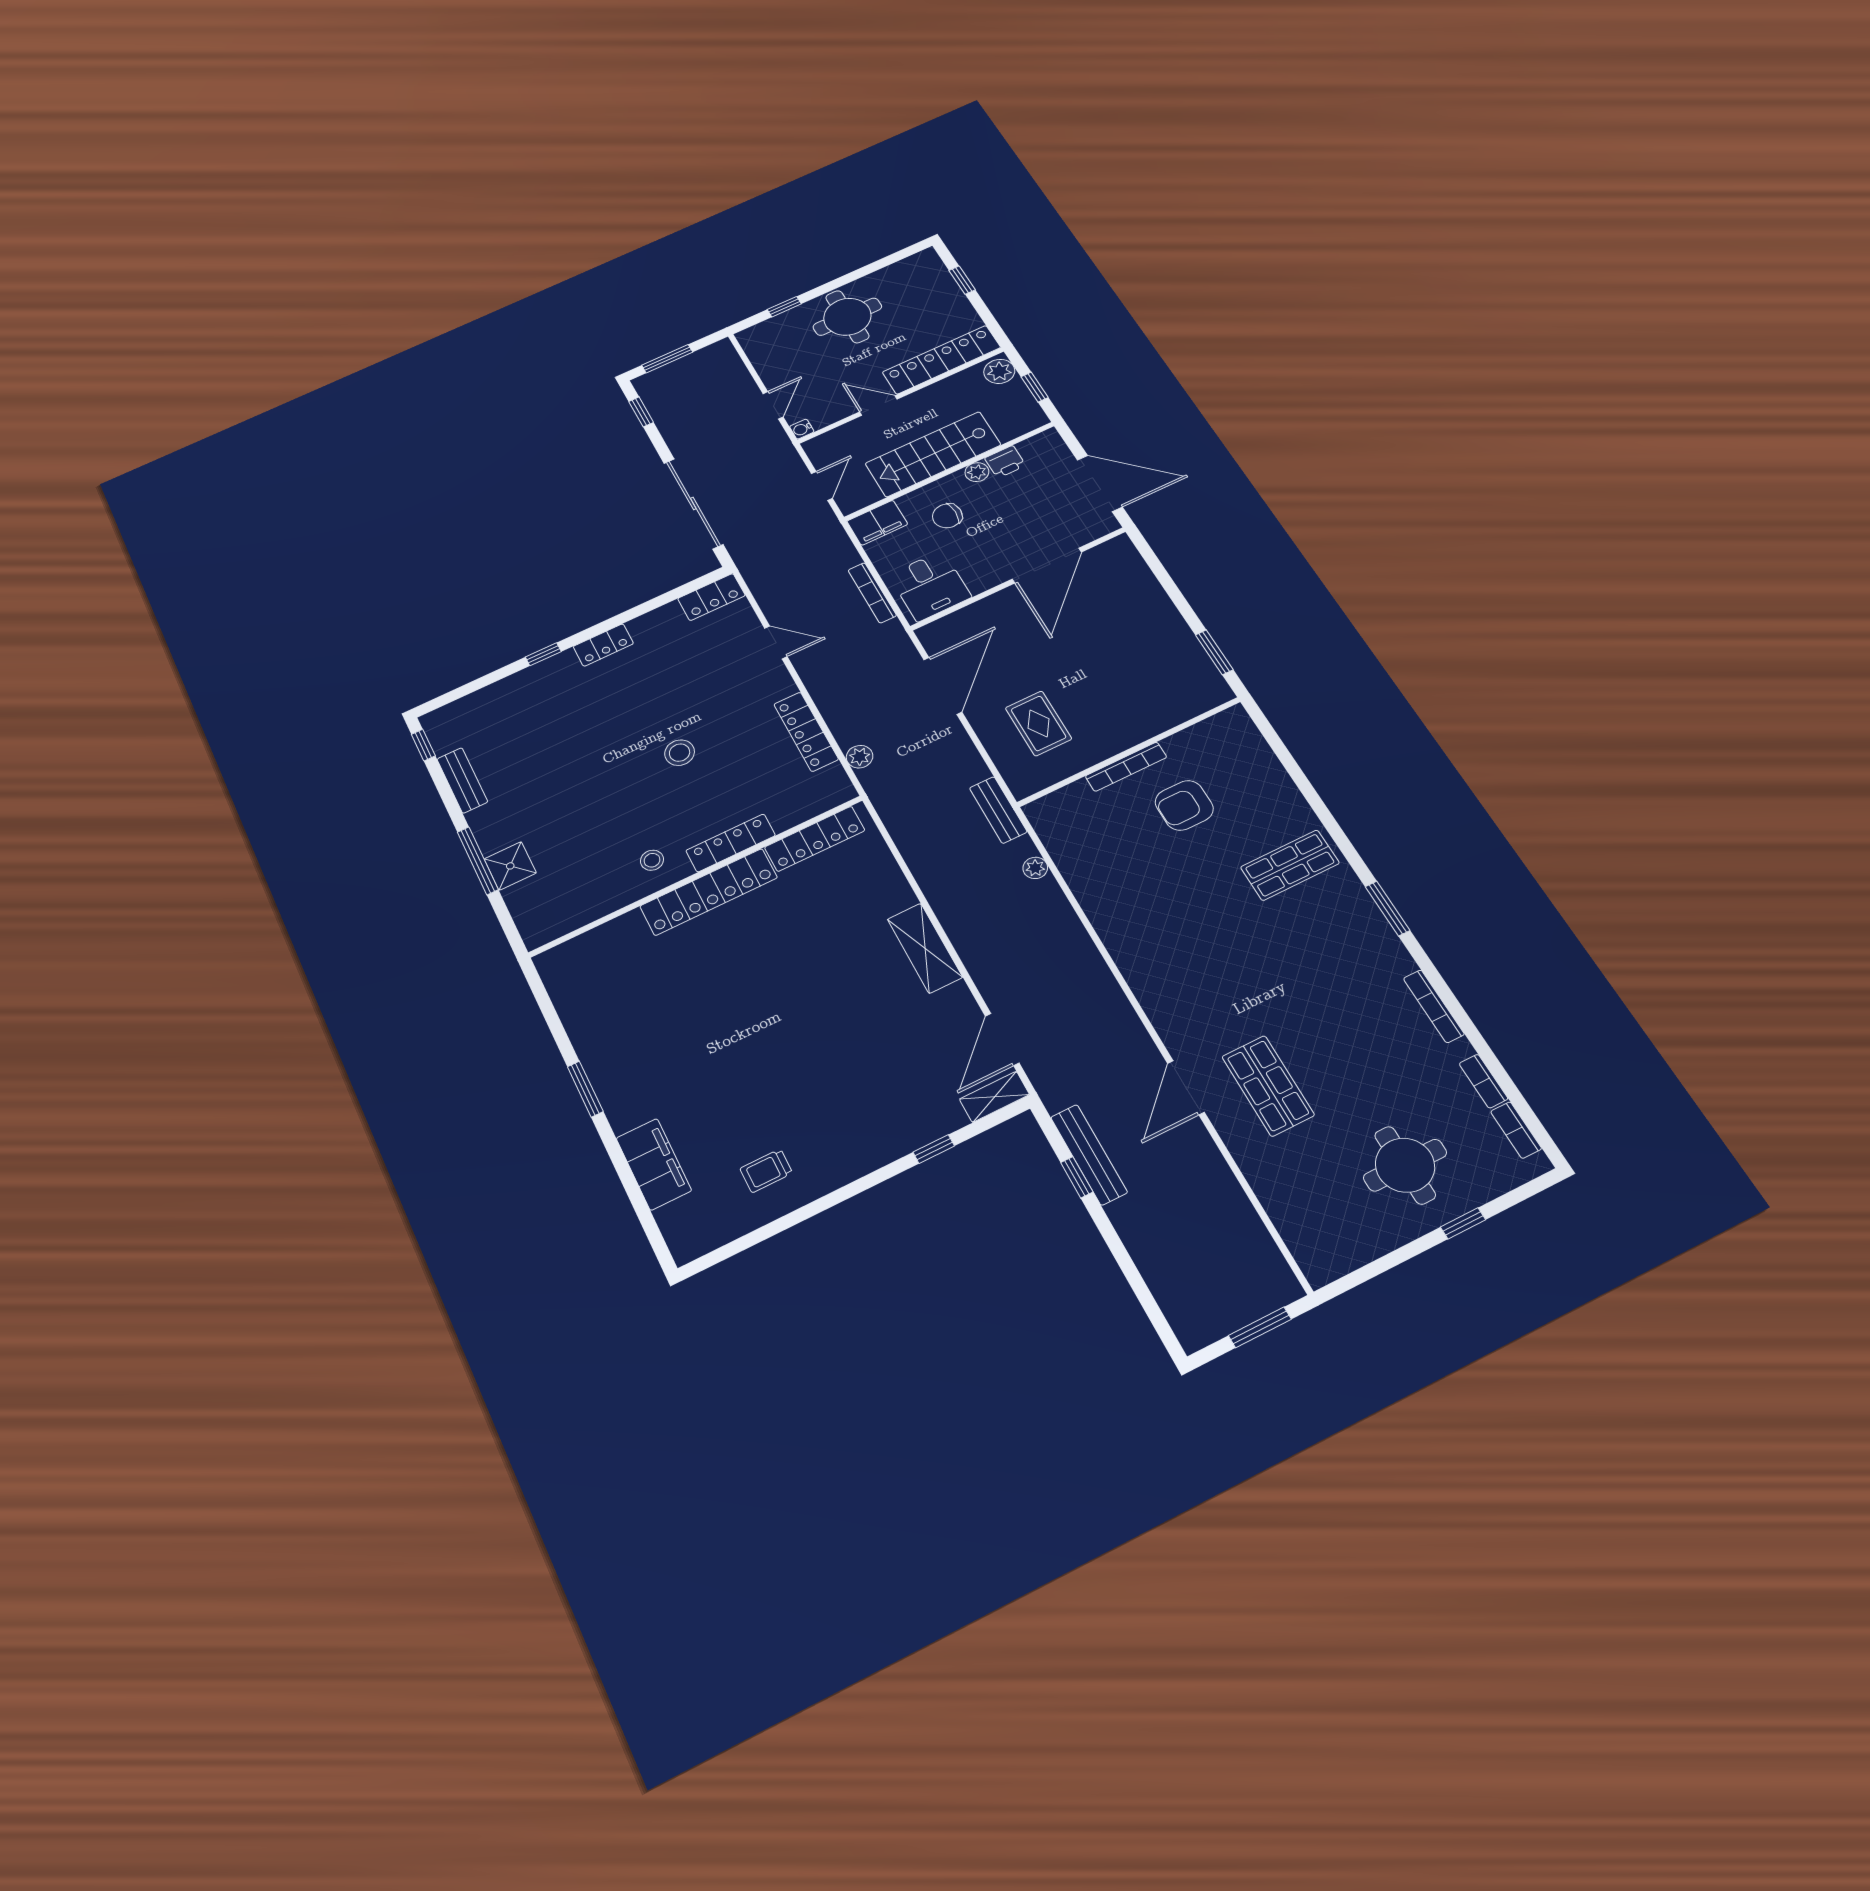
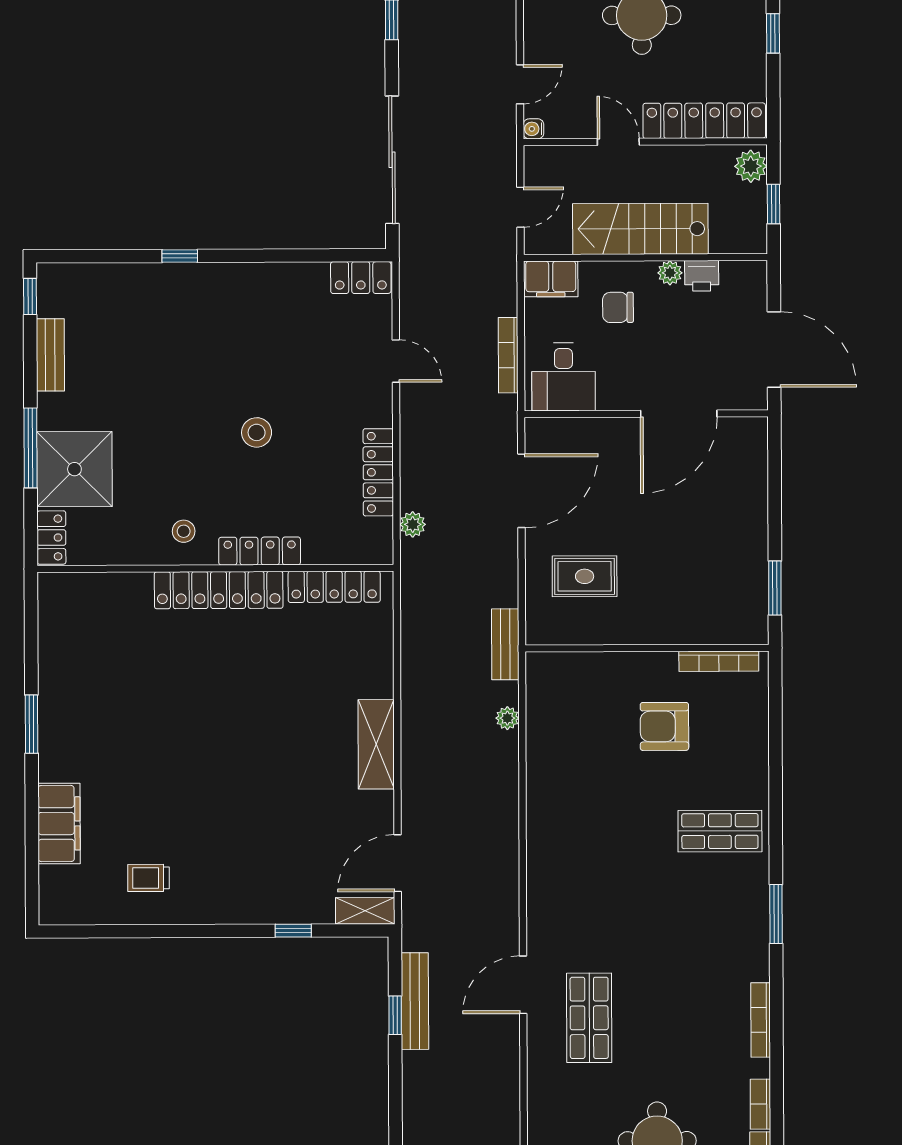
locker: (603, 645) -> (51, 538), moved, turned -90
rug: (1038, 723) -> (585, 576), turned 90
bookcase: (1126, 767) -> (719, 661), moved
shower: (510, 866) -> (74, 469), width x1.86, depth x1.86

